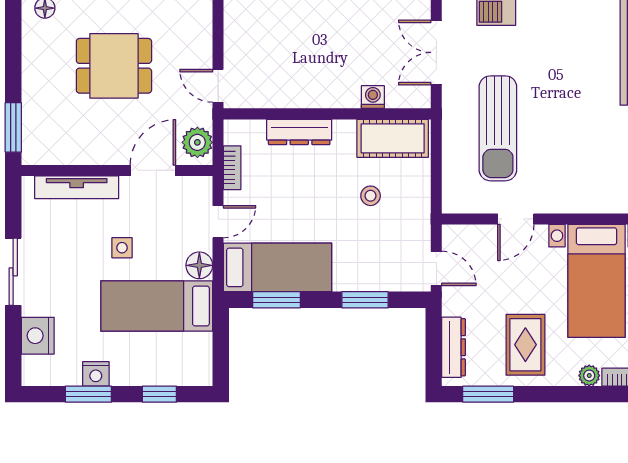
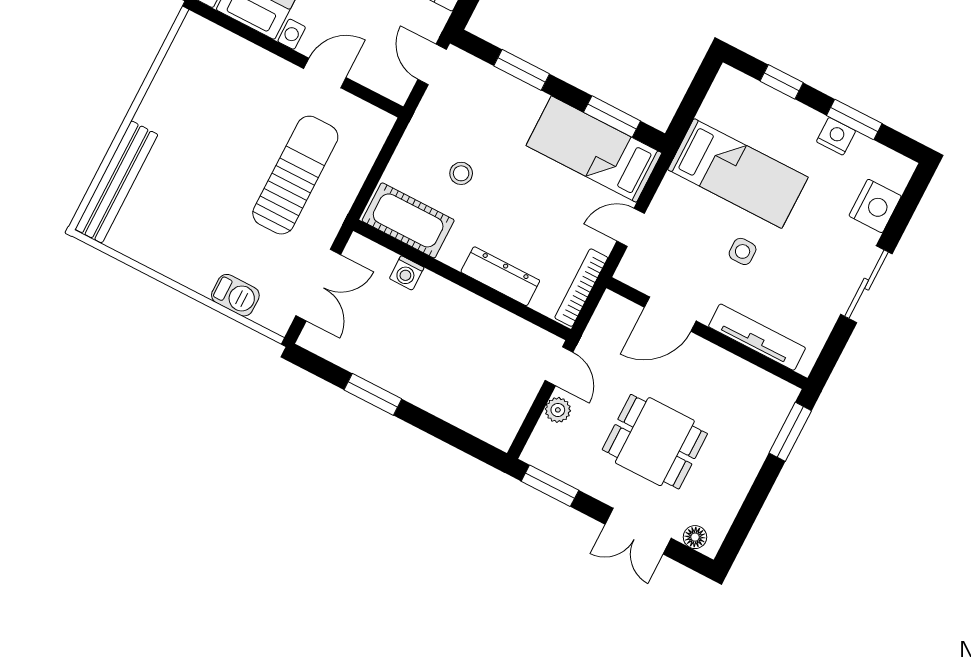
plant: (197, 142) -> (558, 410), moved, width x0.73, depth x0.73
bookcase: (232, 168) -> (581, 288), width x1.56
floor lamp: (199, 265) -> (673, 193), removed

